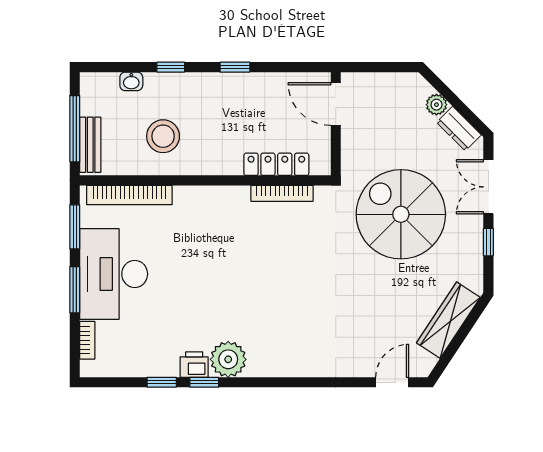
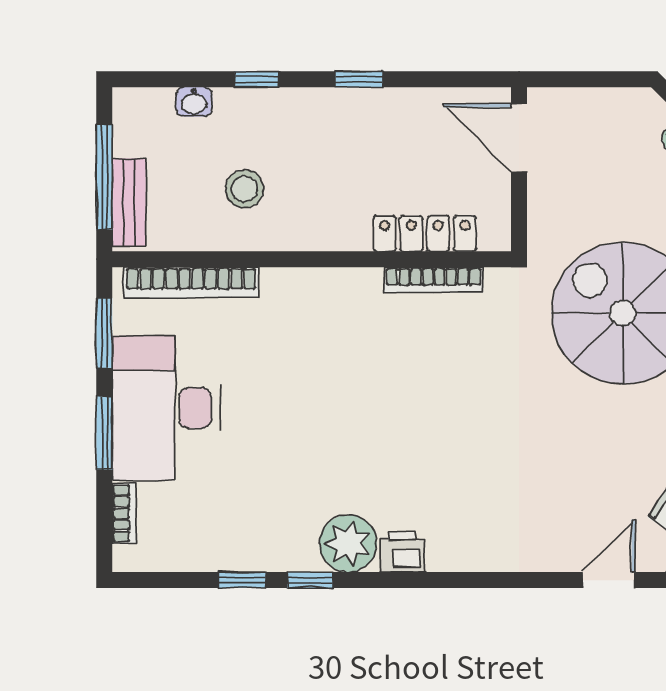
stool: (163, 136) -> (245, 189), width x0.73, depth x0.73
printer: (194, 365) -> (402, 552), moved

